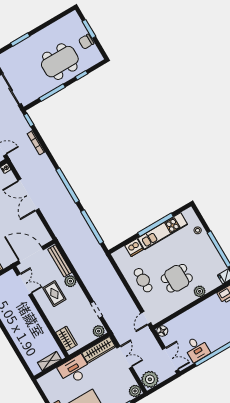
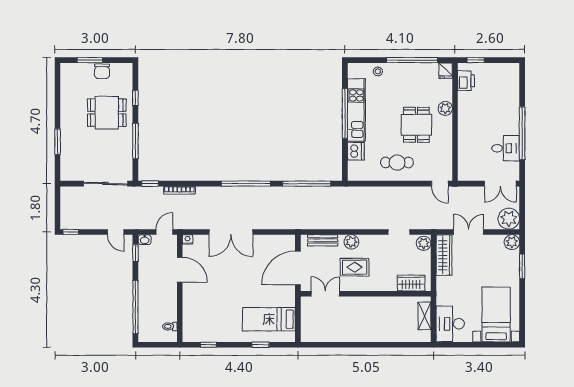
dining table: (60, 62) -> (107, 113), width x0.73
bench: (60, 261) -> (323, 240), width x0.73
floor lamp: (162, 331) -> (464, 174), removed
double door: (170, 359) -> (500, 184), swing flipped
desk: (74, 370) -> (450, 324), moved

